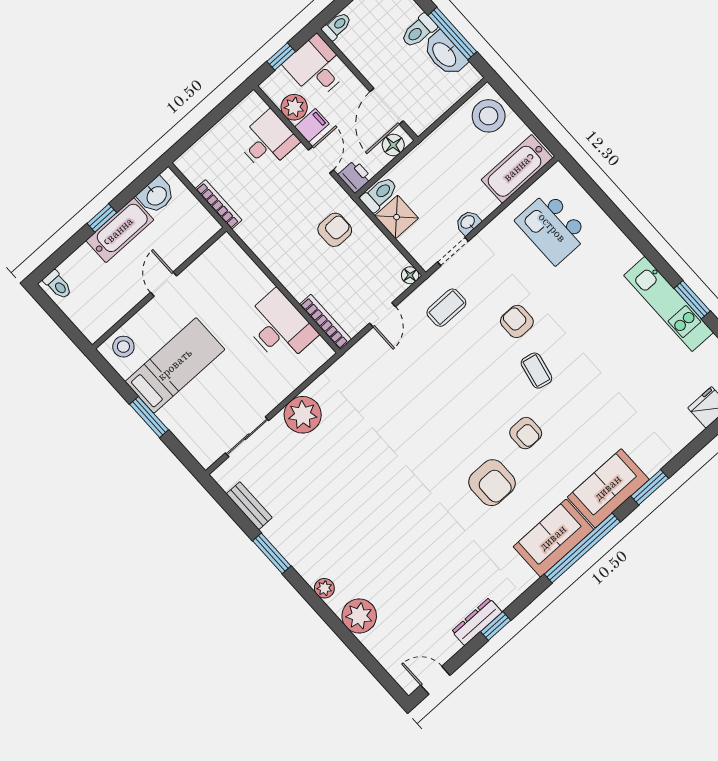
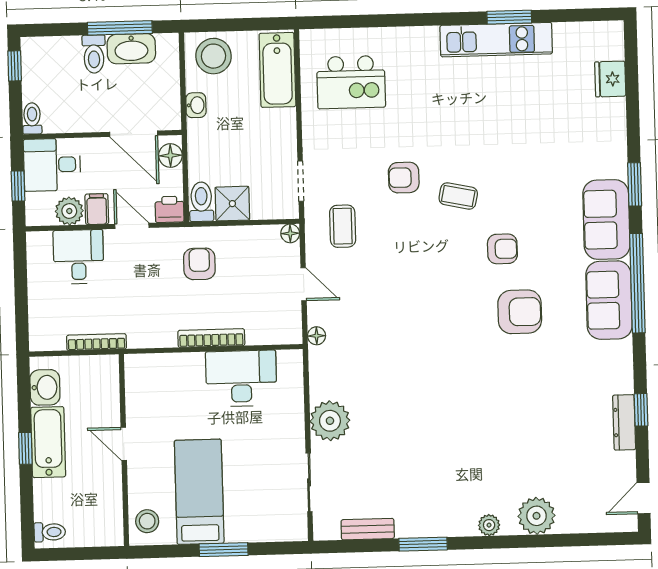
washbasin: (468, 222) -> (196, 105), moved, turned 180
bookcase: (325, 322) -> (211, 338), moved
floor lamp: (354, 355) -> (317, 336), added

